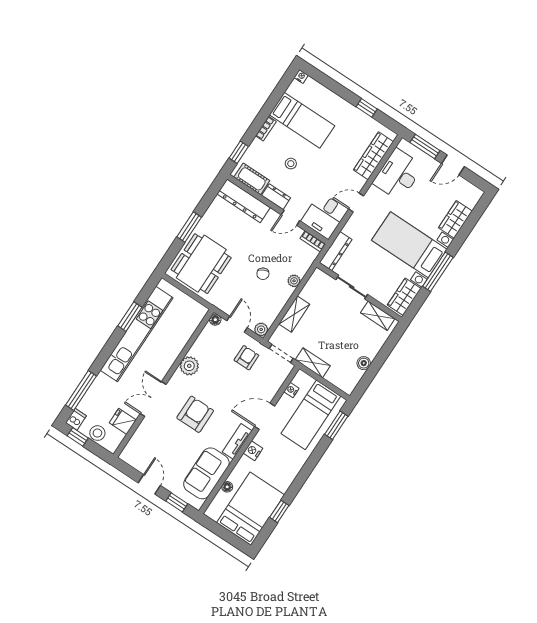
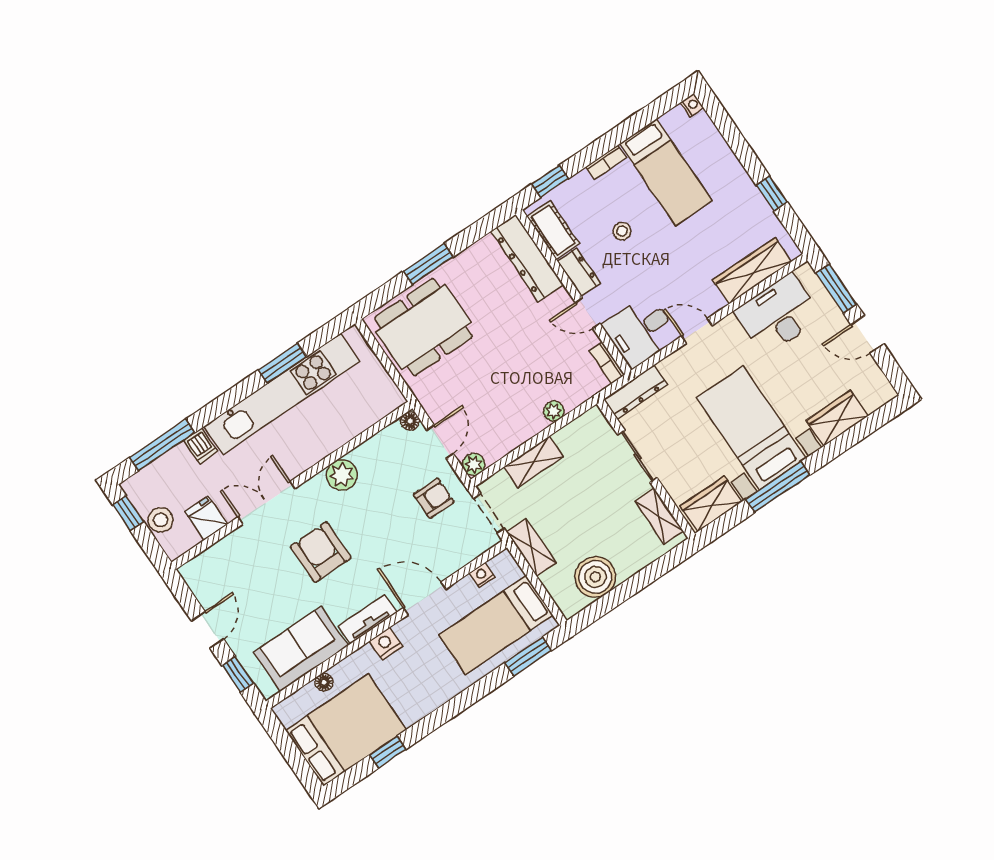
chair: (263, 274) -> (511, 381), removed
boiler: (364, 363) -> (595, 577), width x1.86, depth x1.86
armchair: (195, 414) -> (321, 552), turned -90
dishwasher: (76, 419) -> (201, 446), moved, turned 90

